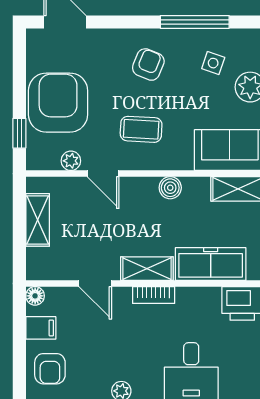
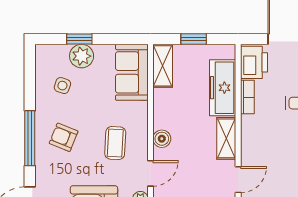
window: (195, 22) -> (30, 138), moved
boiler: (170, 188) -> (162, 139), moved
bookcase: (154, 295) -> (247, 97), moved

